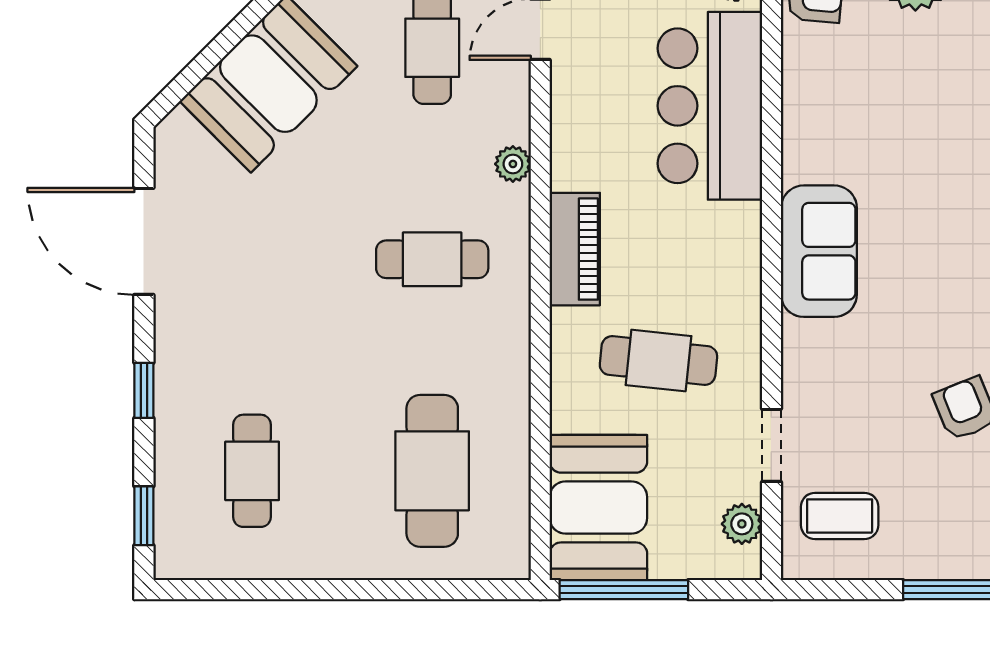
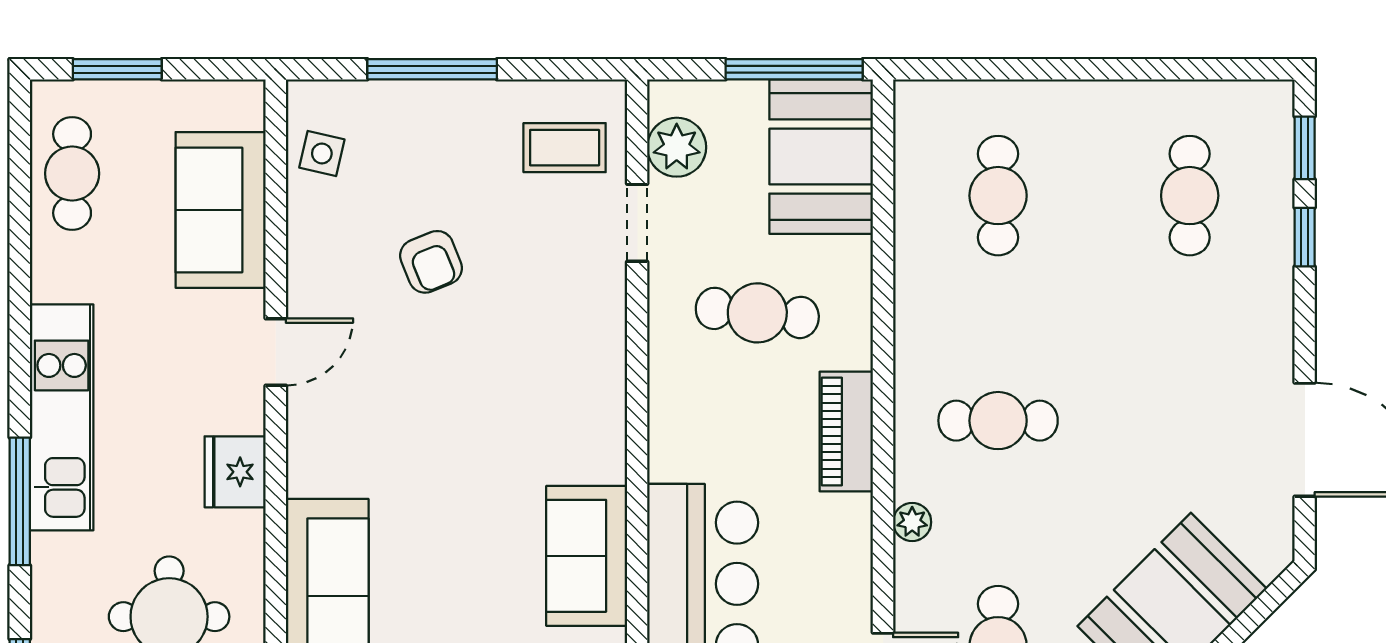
sofa: (819, 251) -> (587, 556), moved
window: (144, 390) -> (1305, 237), moved
cafe table: (432, 471) -> (998, 196), width x0.73, depth x0.74
plant: (742, 524) -> (677, 147), width x1.38, depth x1.38

